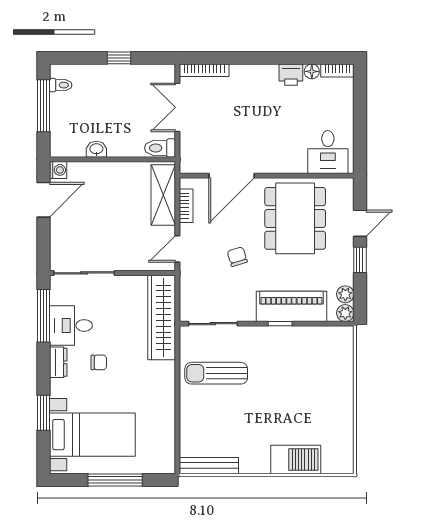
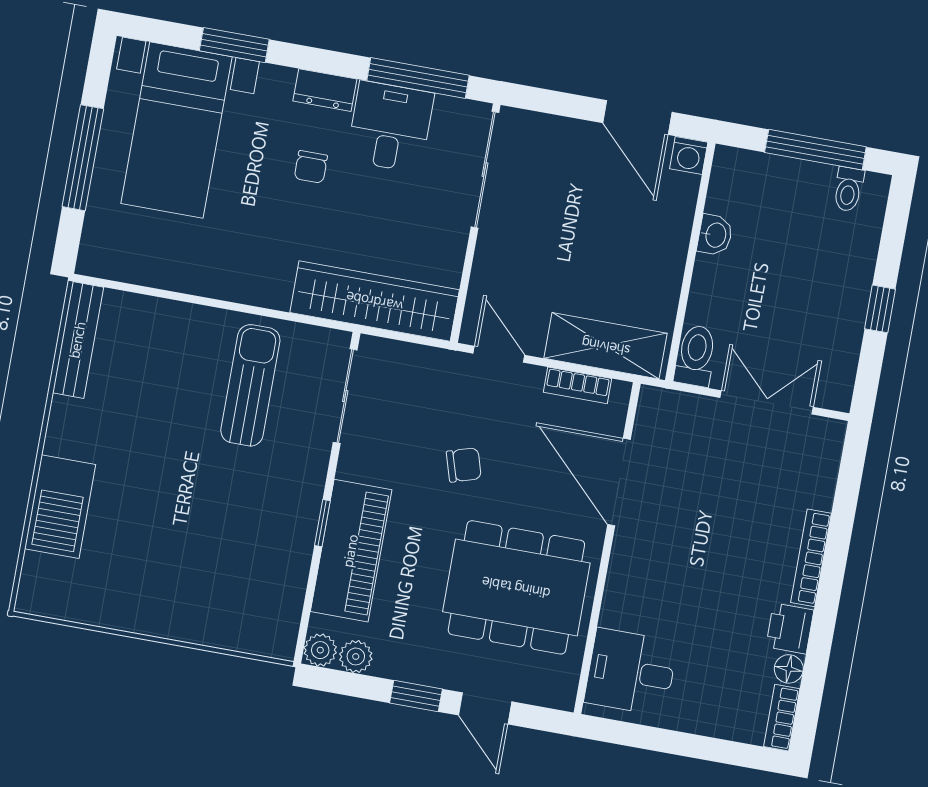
bookcase: (204, 70) -> (811, 558), moved

